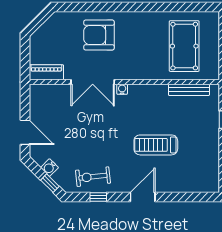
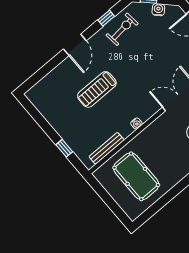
water cooler: (122, 89) -> (136, 124), moved
treadmill: (156, 145) -> (97, 89), turned 180

